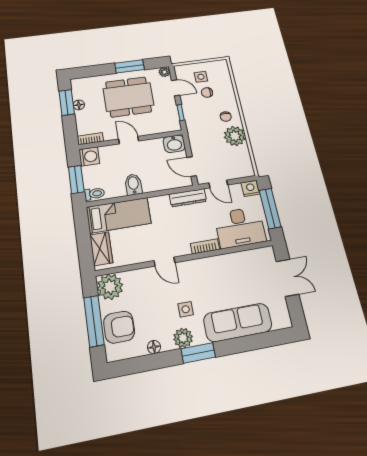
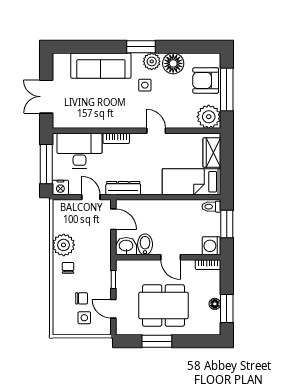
plant: (164, 72) -> (122, 329), removed
bidet: (133, 184) -> (145, 244), moved, turned 180
floor lamp: (154, 347) -> (173, 63), width x1.89, depth x1.89

